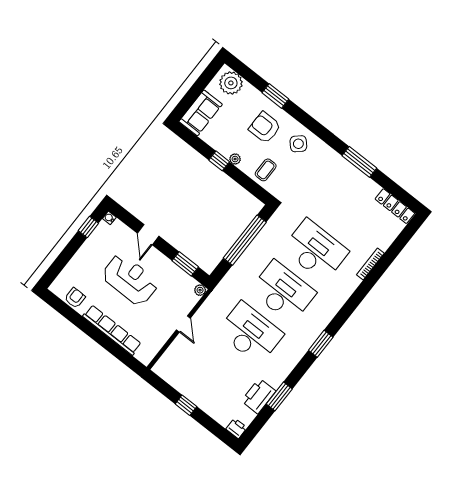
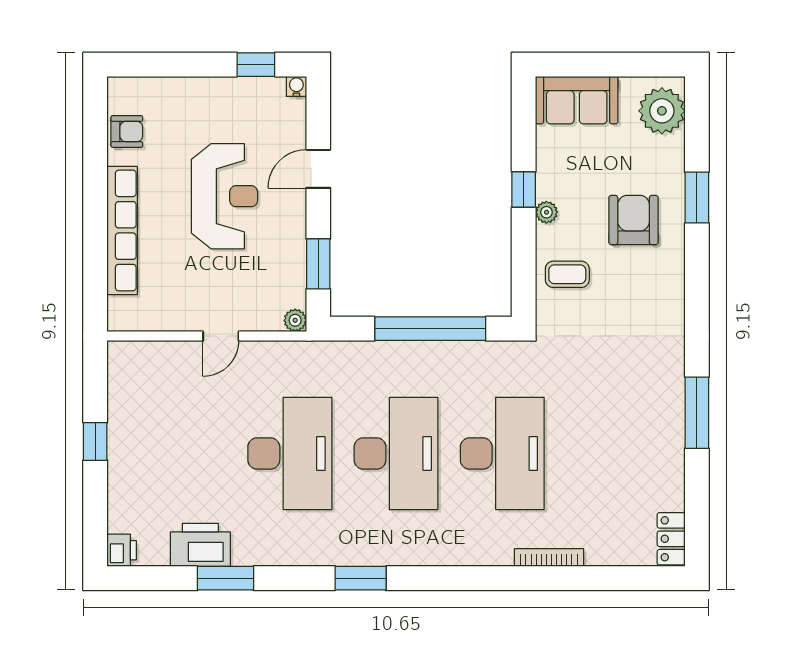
side table: (298, 144) -> (650, 294), removed
locker: (395, 206) -> (671, 539), width x0.66

